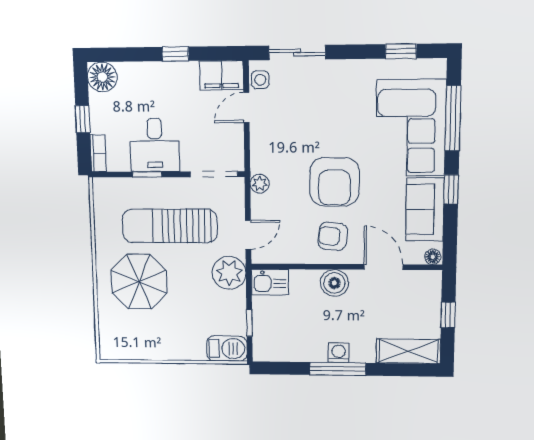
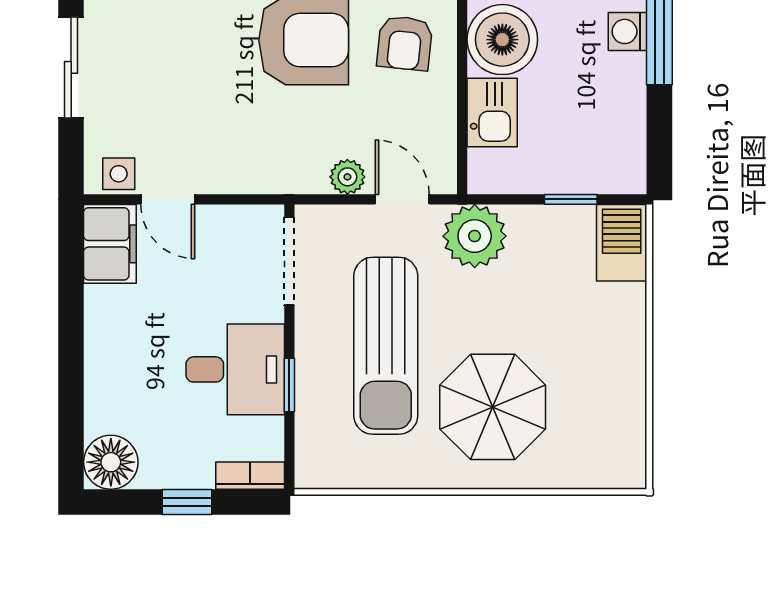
sliding door: (297, 52) -> (71, 67), moved
window: (175, 54) -> (71, 327), removed
plant: (260, 184) -> (347, 177), moved
kitchen sink: (270, 282) -> (492, 112), moved
boiler: (334, 283) -> (502, 40), width x1.37, depth x1.37

